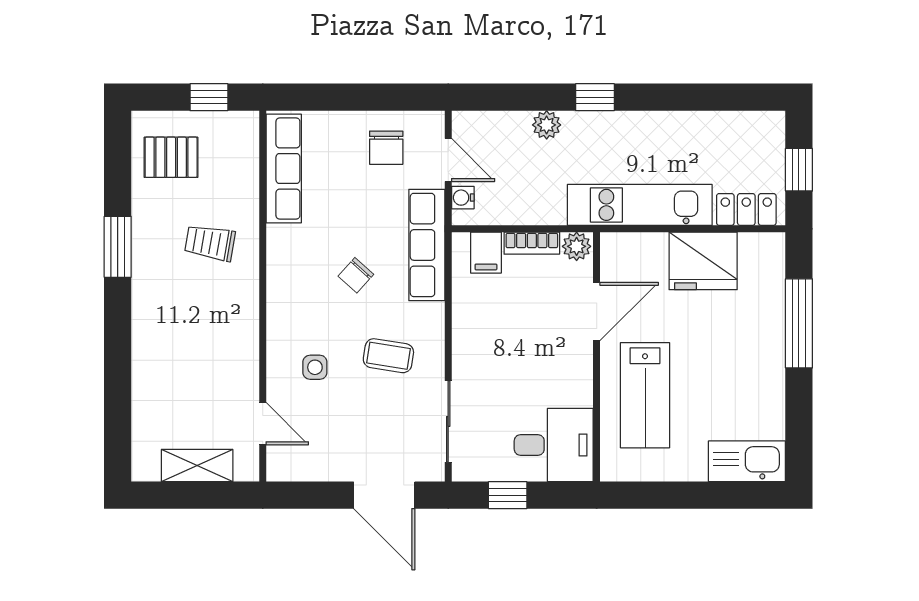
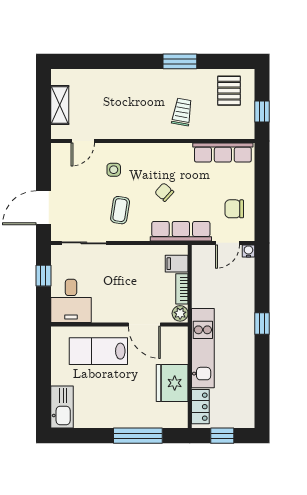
plant: (547, 125) -> (247, 297), removed
water cooler: (463, 198) -> (248, 251), moved

